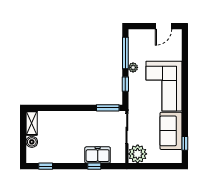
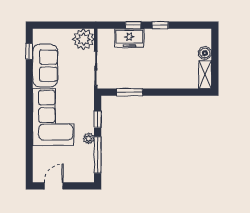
window: (108, 108) -> (130, 92), moved
window: (46, 166) -> (160, 25), moved

